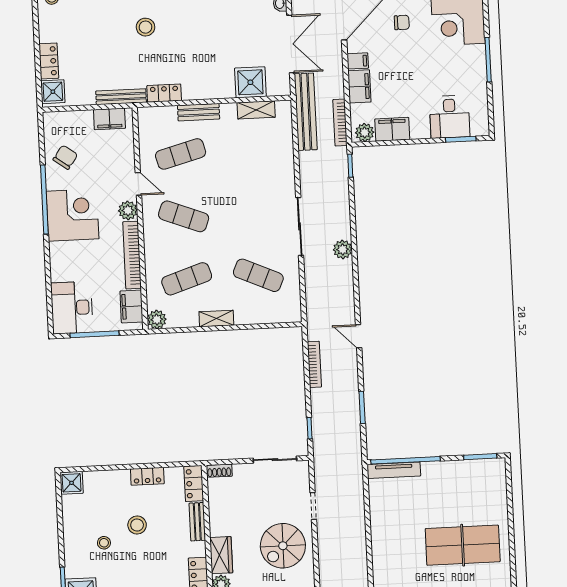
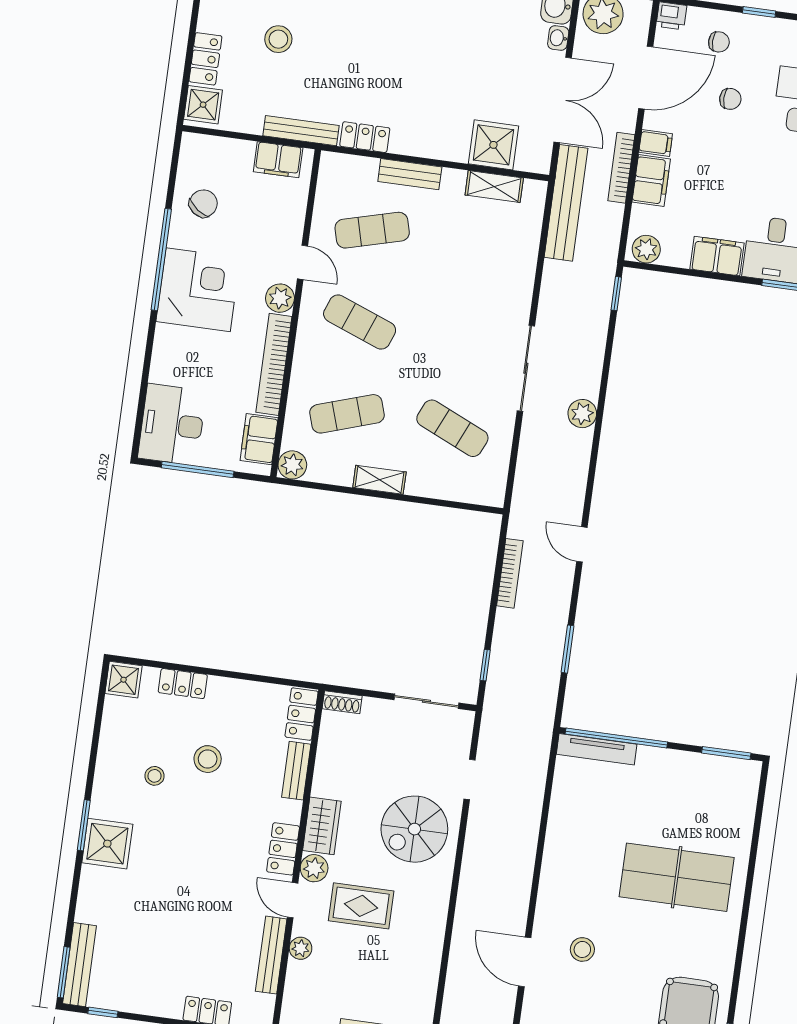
stool: (146, 27) -> (278, 39), moved
bookcase: (340, 123) -> (621, 168), moved
filing cabinet: (392, 129) -> (717, 256), moved
locker: (147, 476) -> (183, 684), moved

